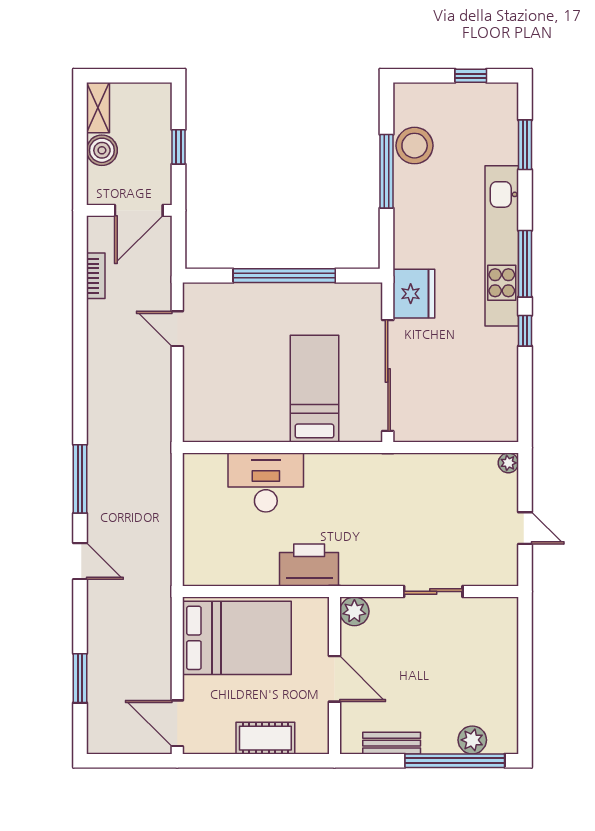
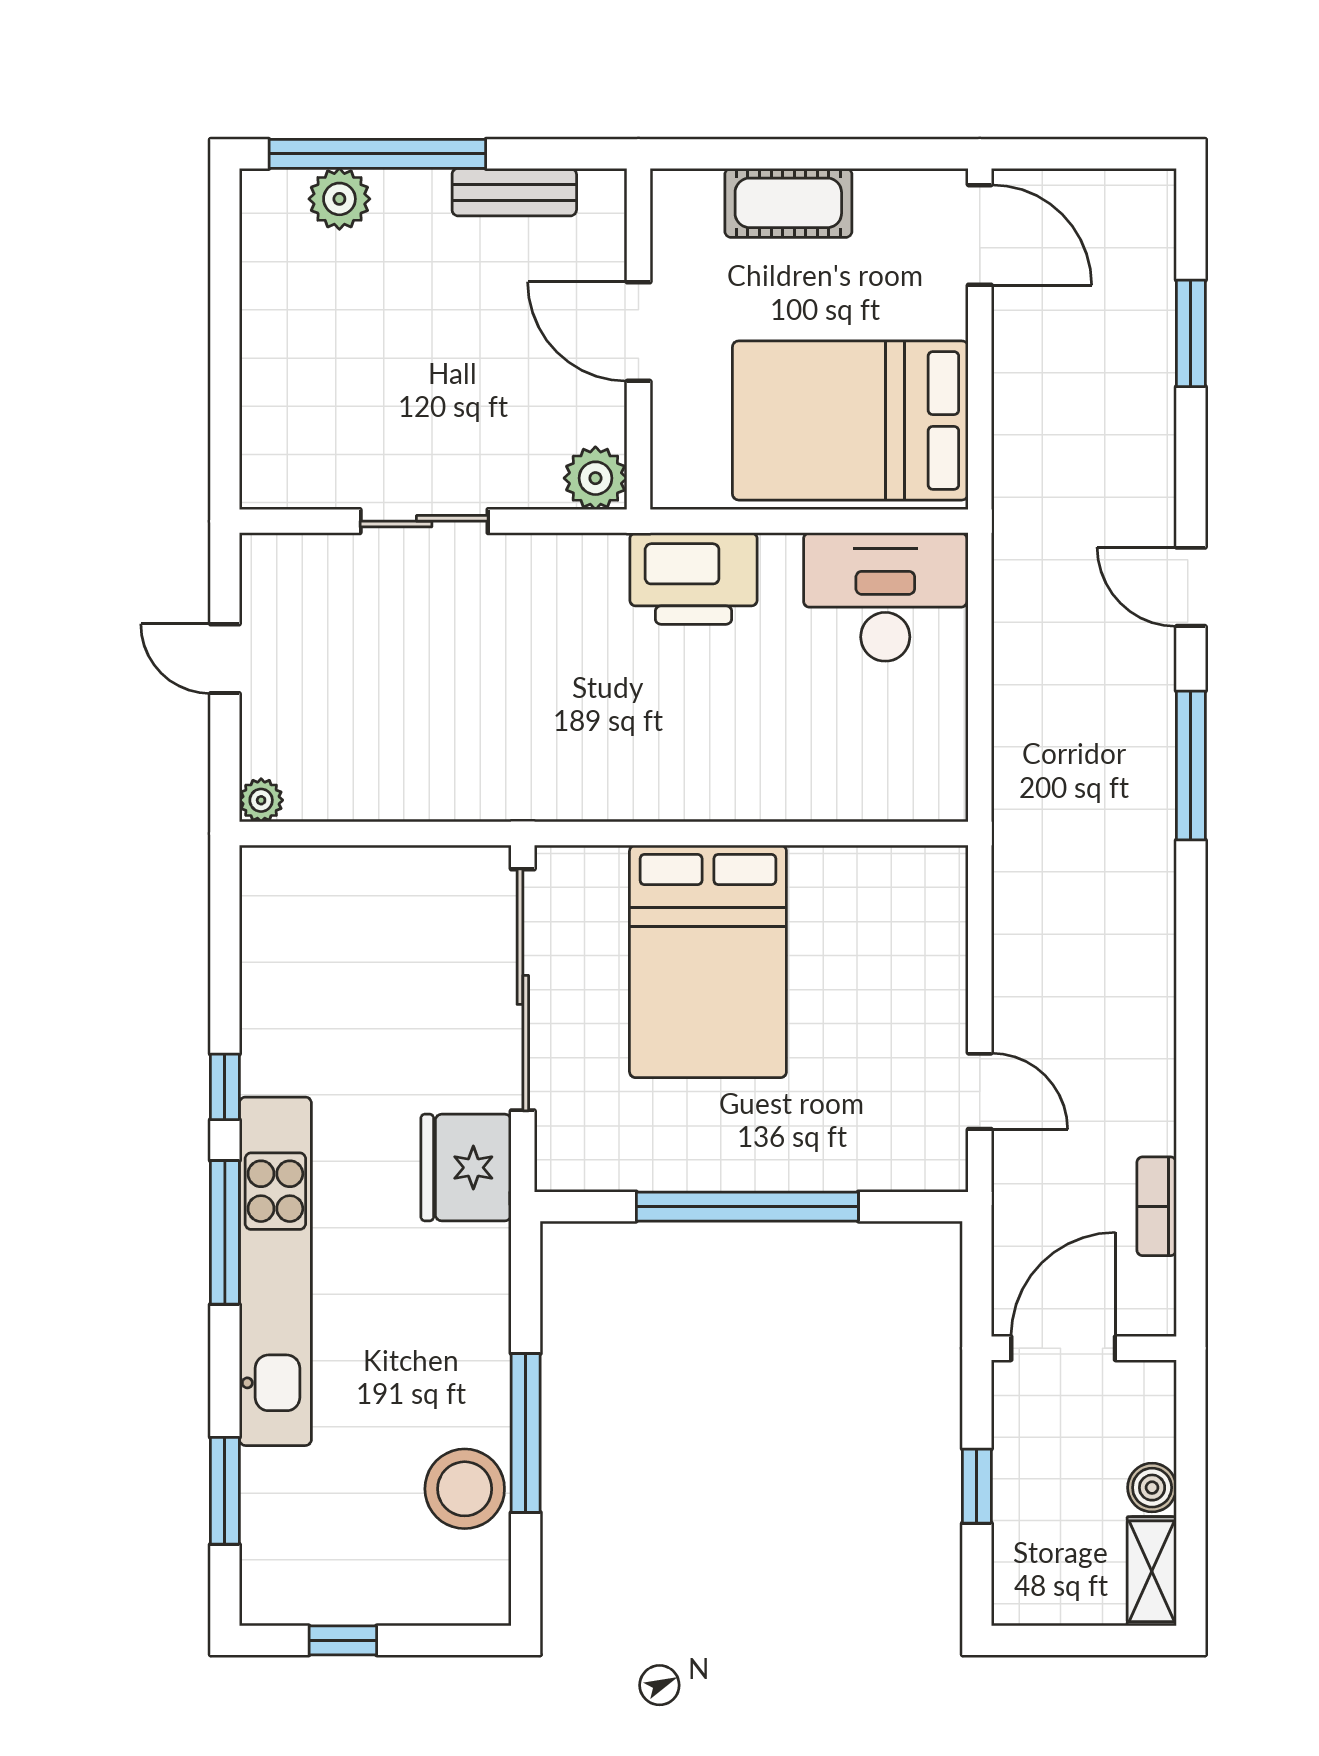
boiler: (102, 150) -> (1152, 1488), width x0.73, depth x0.73
bed: (314, 389) -> (708, 961), width x1.50
desk: (266, 482) -> (885, 597), moved, turned 180

